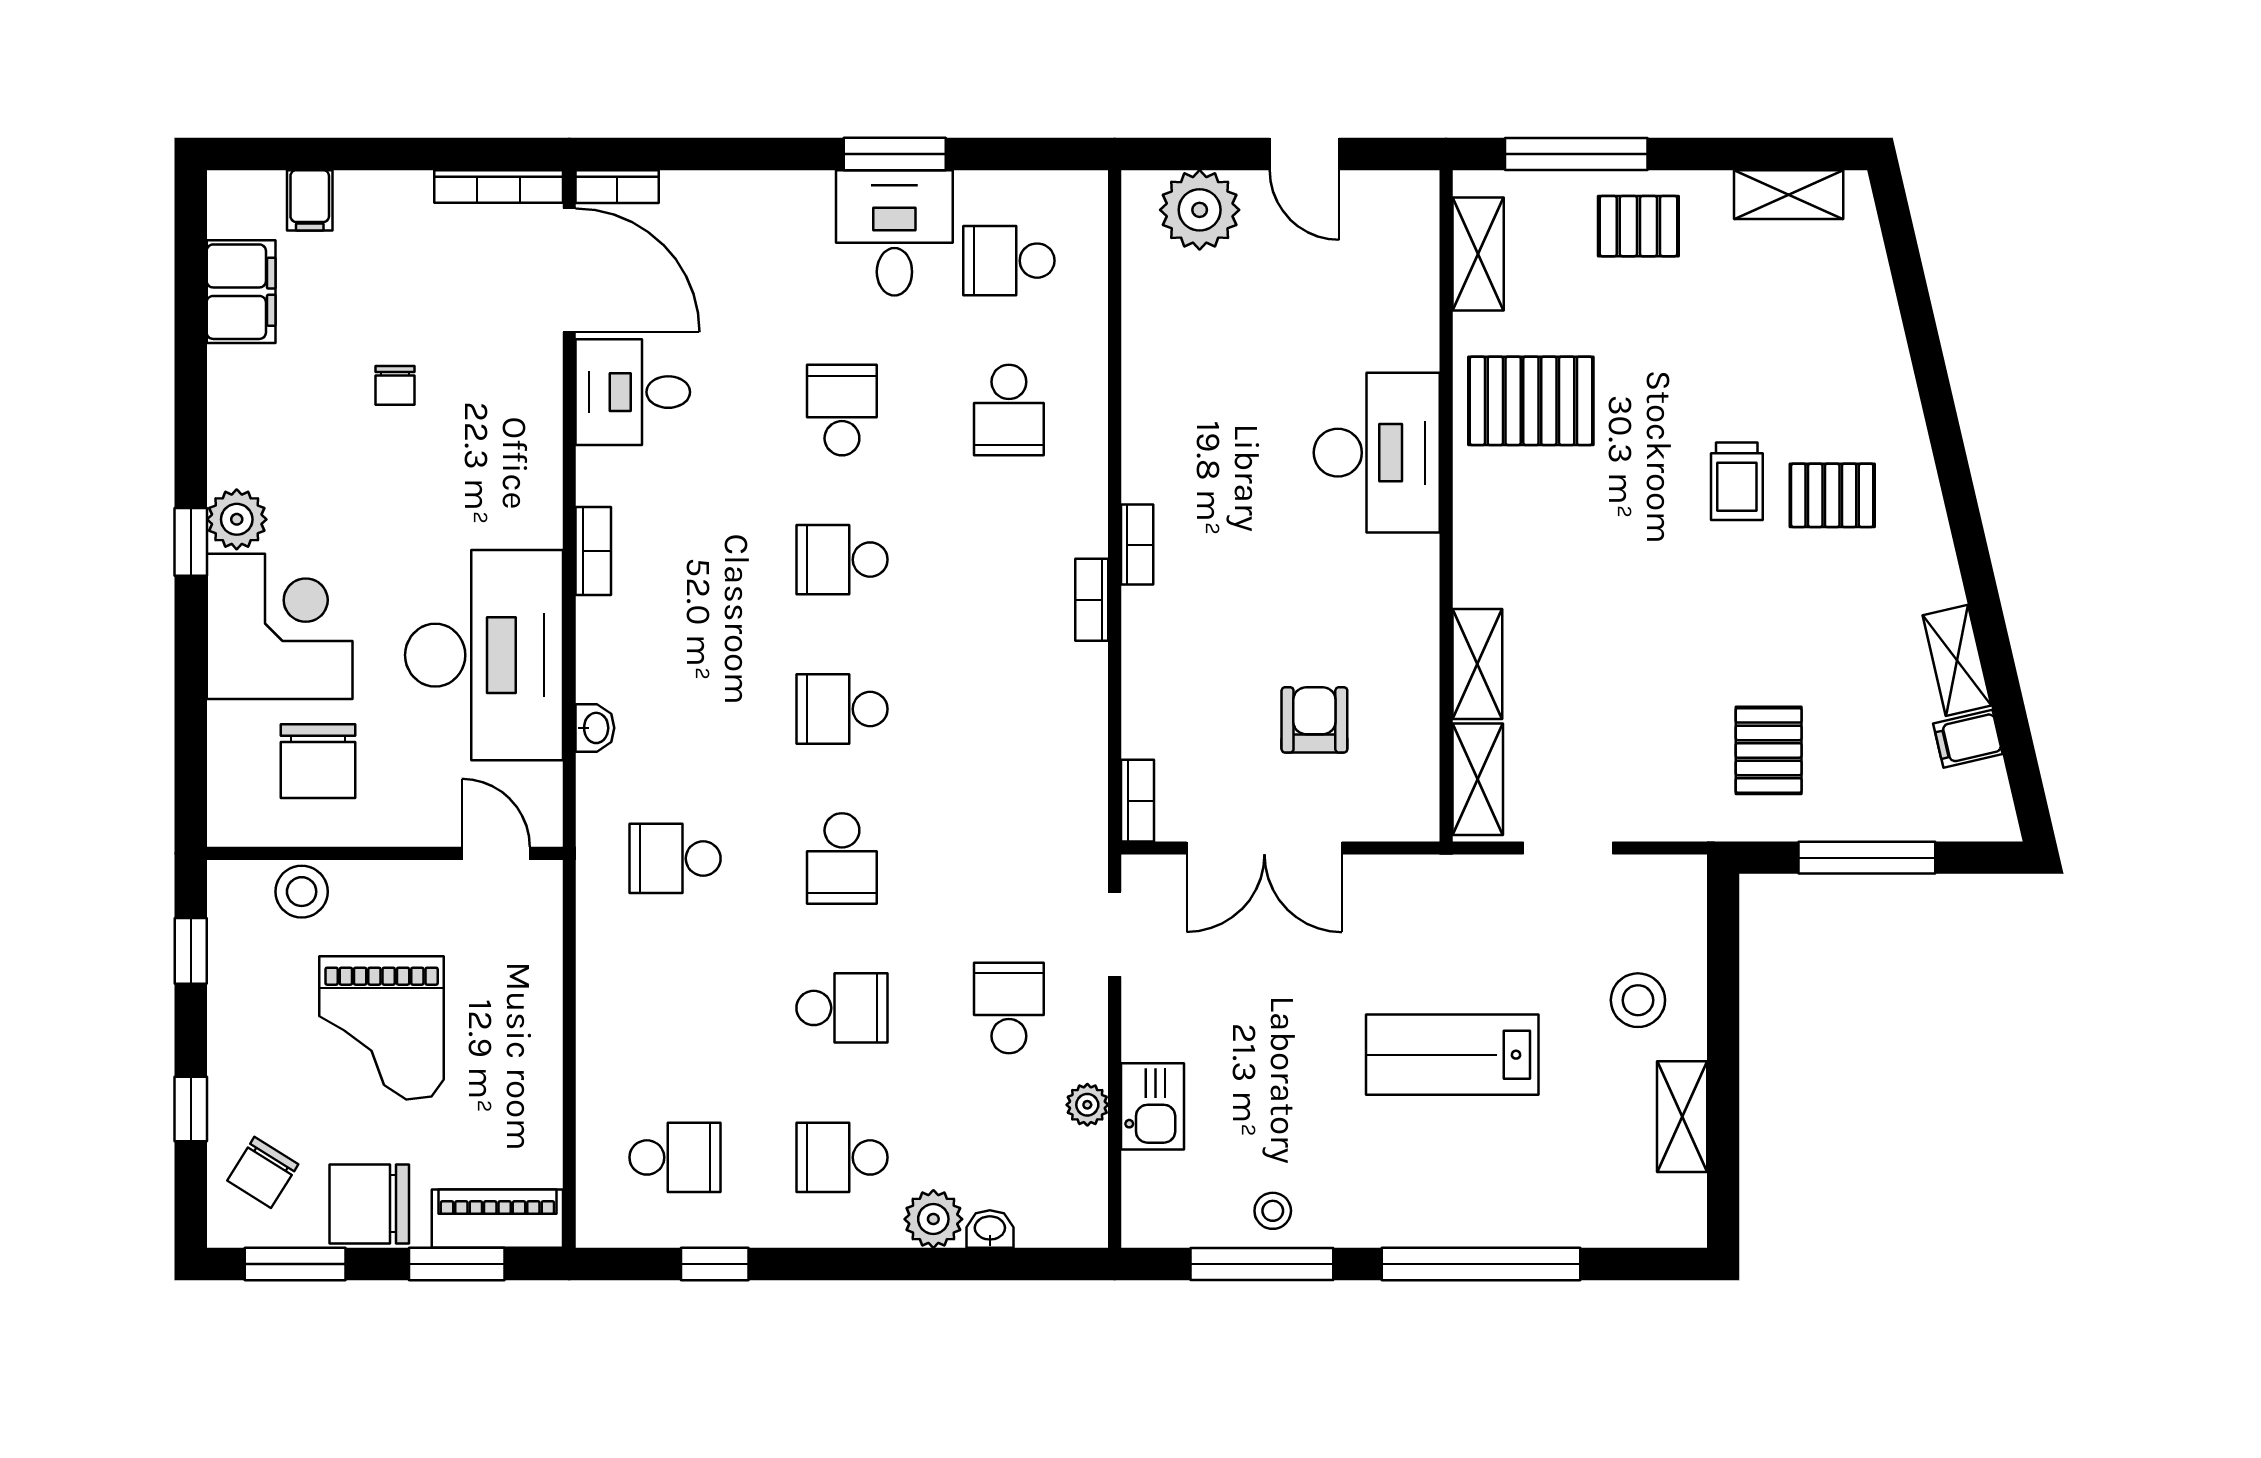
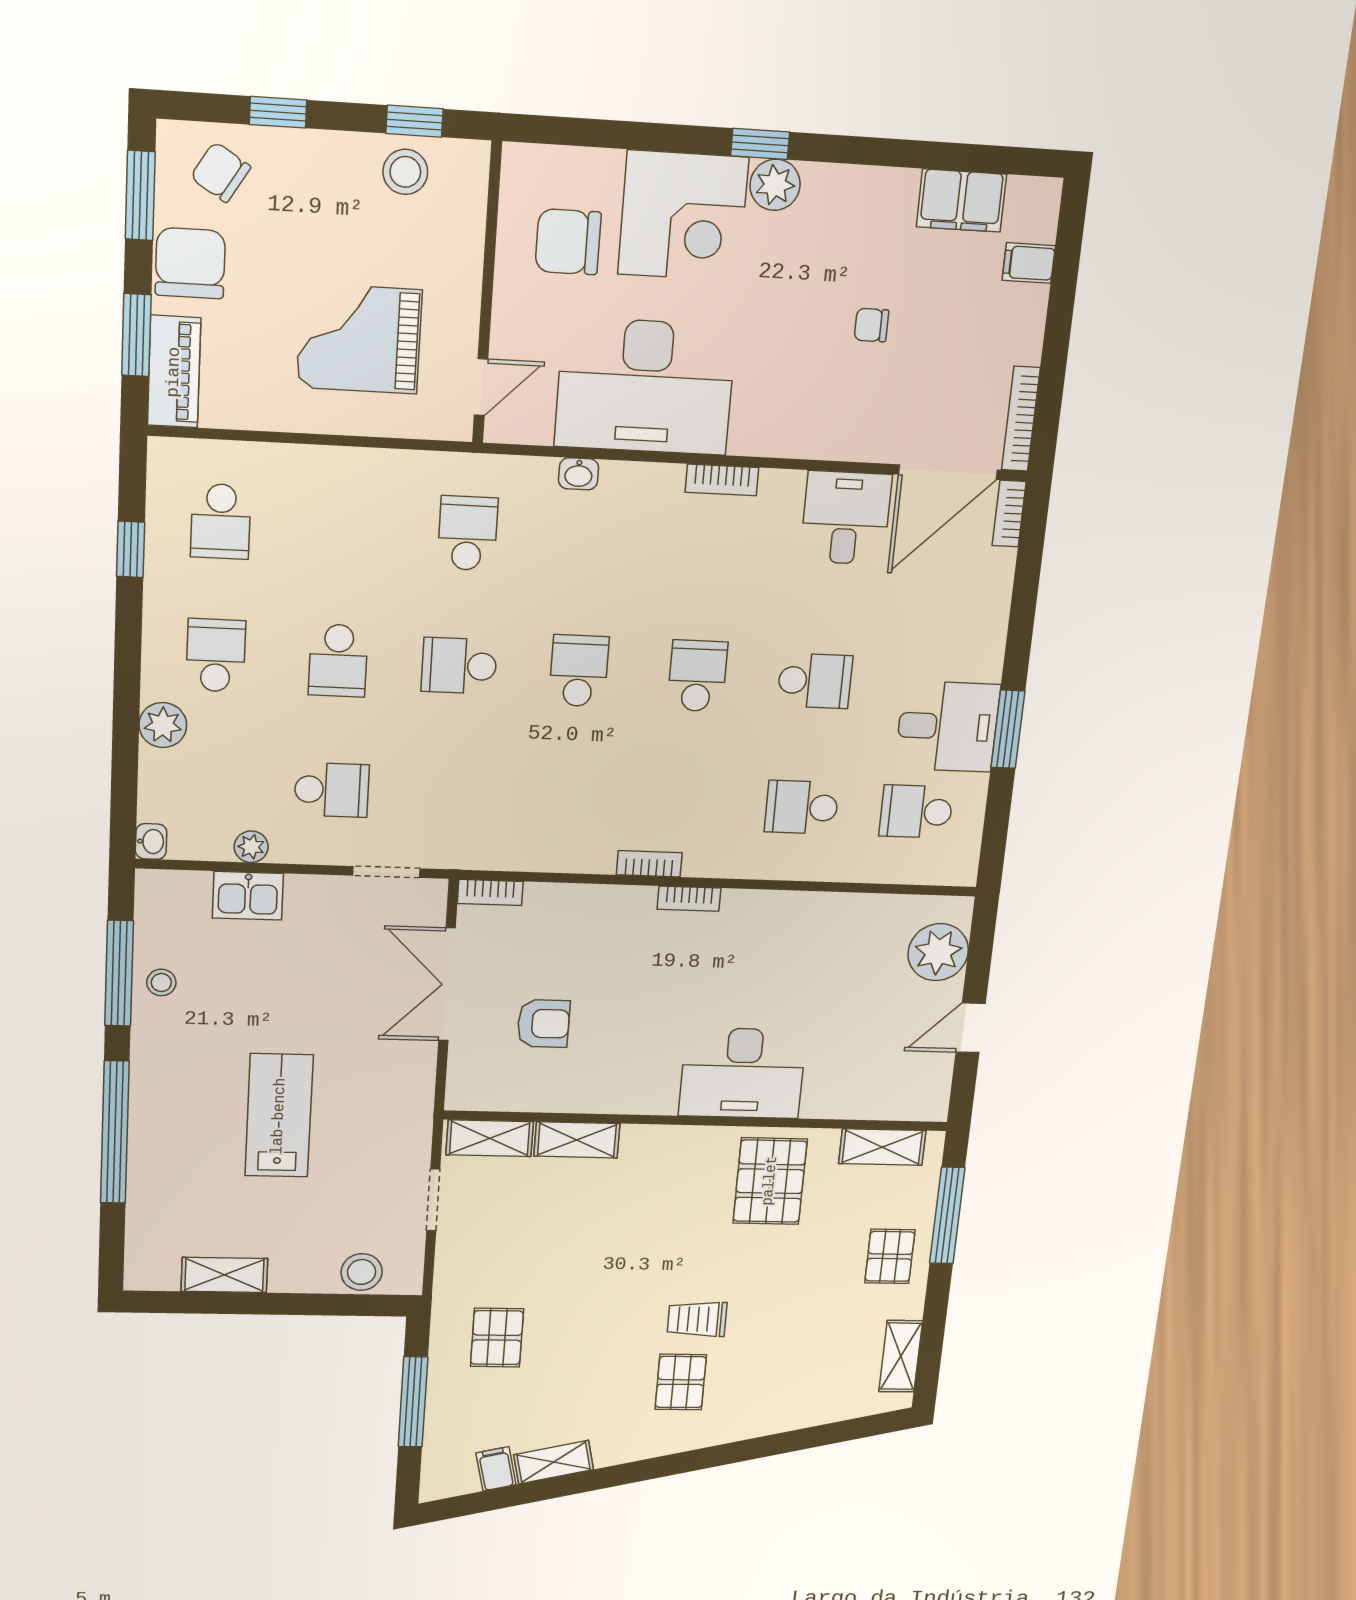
school desk: (1009, 261) -> (916, 812), turned -90
pallet: (1769, 750) -> (497, 1338), turned 90
stool: (302, 892) -> (405, 172), moved
stool: (1638, 1000) -> (362, 1272), moved
grand piano: (382, 1028) -> (359, 339), moved
washbasin: (990, 1229) -> (151, 841), moved

